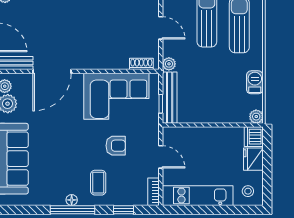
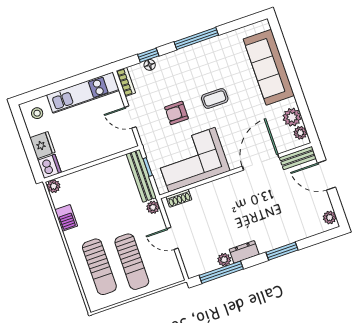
coffee table: (98, 183) -> (215, 98), moved, turned 90
floor lamp: (72, 200) -> (150, 65), moved

